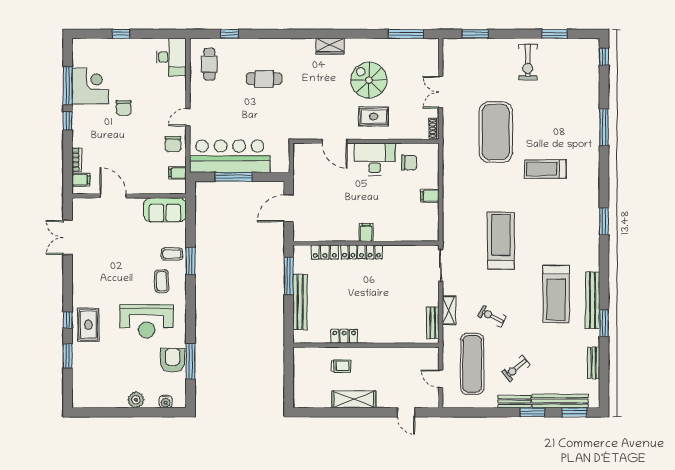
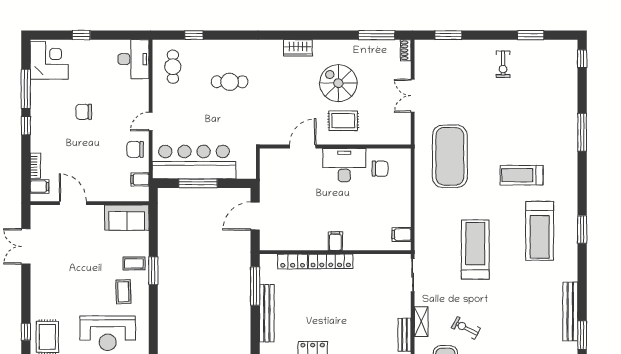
exercise bike: (528, 62) -> (503, 64), width x0.73, depth x0.72
corner desk: (90, 86) -> (49, 60), moved
chair: (123, 108) -> (84, 112), turned 90
shoe rack: (434, 128) -> (406, 50), moved
exercise mat: (496, 132) -> (450, 156), moved
door: (335, 141) -> (303, 146), swing flipped
chair: (173, 144) -> (135, 149), turned 90
filing cabinet: (430, 196) -> (402, 235), moved
treadmill: (556, 294) -> (540, 231), moved

